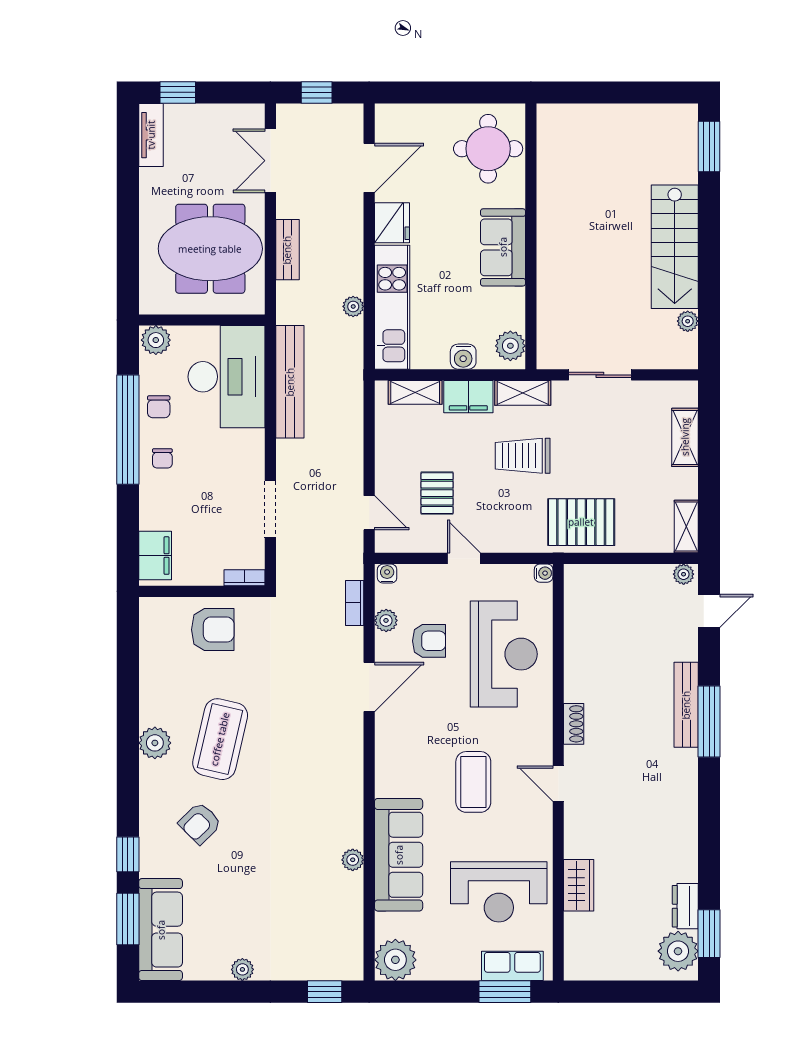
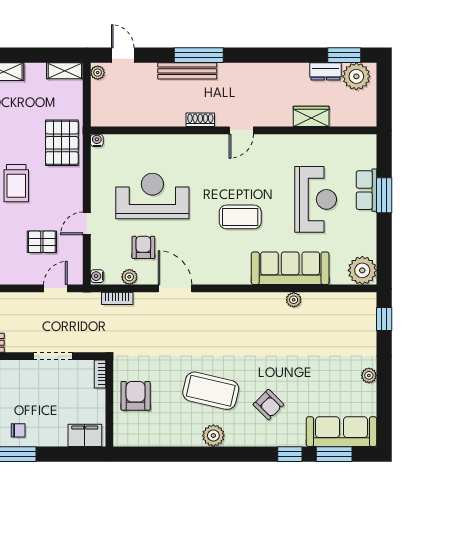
water cooler: (544, 573) -> (97, 140), moved
shoe rack: (574, 724) -> (200, 120), moved
wall: (558, 772) -> (234, 130), moved
door: (558, 784) -> (241, 130), moved
wardrobe: (579, 885) -> (311, 116), moved

